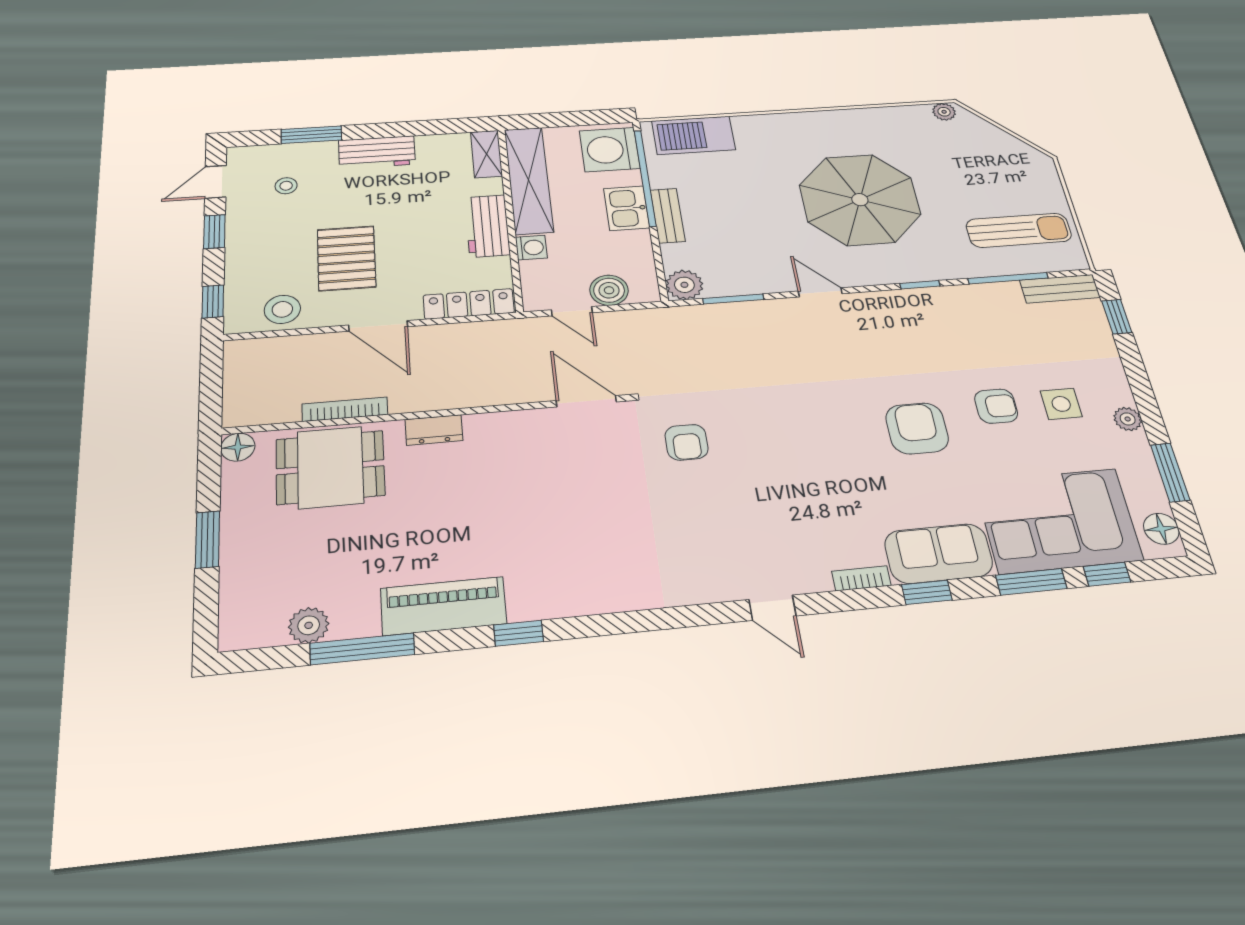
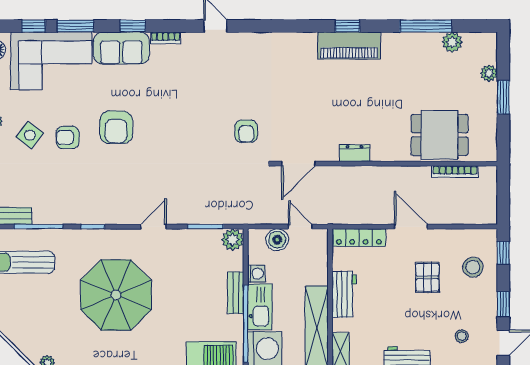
kitchen sink: (627, 208) -> (260, 307), width x1.38
washing machine: (531, 248) -> (256, 274), moved, turned 180
pallet: (346, 258) -> (427, 277), width x0.67, depth x0.71
door: (820, 292) -> (153, 227), swing flipped
stool: (282, 309) -> (473, 267), moved
door: (586, 401) -> (298, 164), hinge flipped
side table: (1061, 404) -> (30, 135), turned 37
bookcase: (345, 409) -> (455, 172), moved
dresser: (434, 430) -> (354, 153), moved
armchair: (687, 442) -> (246, 131), turned 180
floor lamp: (238, 447) -> (488, 153), removed
plant: (235, 578) -> (489, 73), added
piano: (443, 606) -> (349, 46), moved

